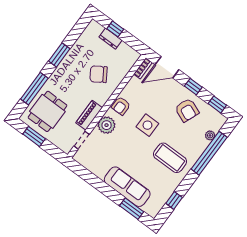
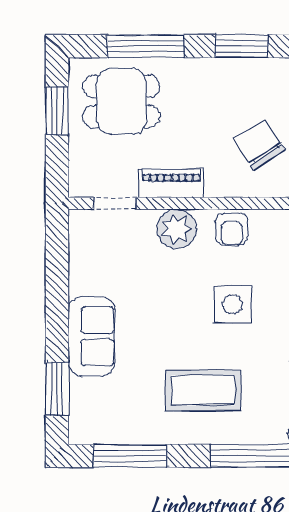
armchair: (121, 106) -> (232, 229), turned -90
coffee table: (170, 158) -> (203, 390), turned 90
sofa: (127, 187) -> (91, 336), width x0.73
window: (174, 200) -> (130, 456), width x2.17

